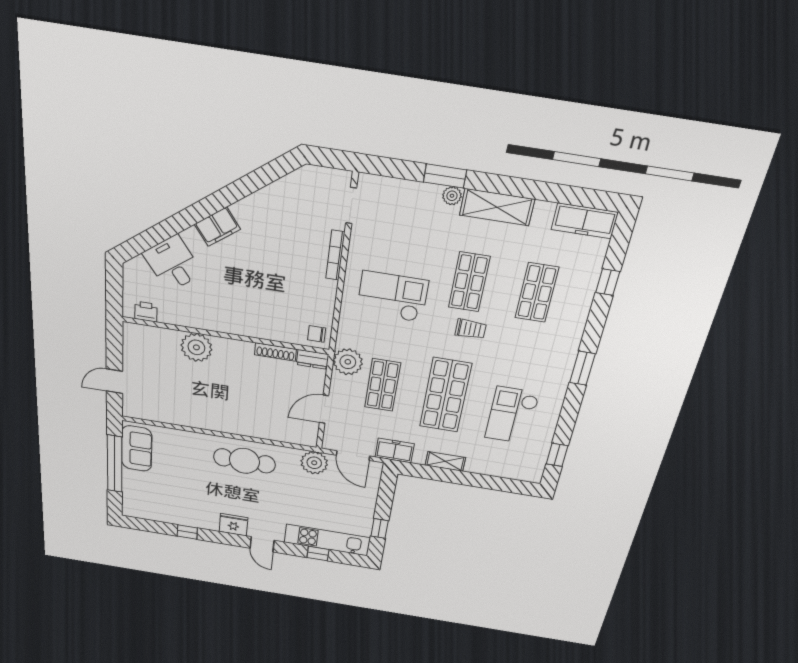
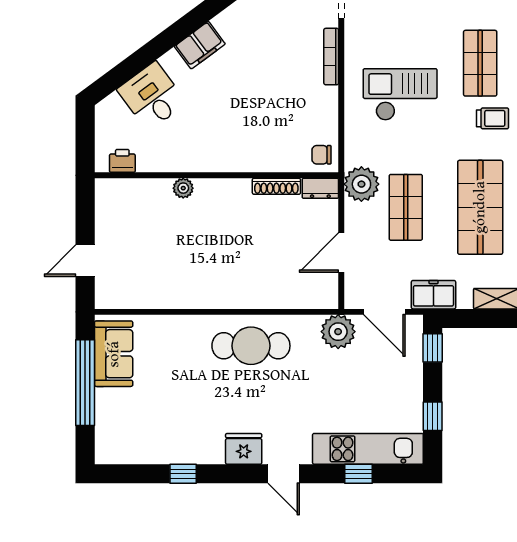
plant: (196, 347) -> (183, 188), width x0.53, depth x0.53
window: (387, 486) -> (433, 348), added

